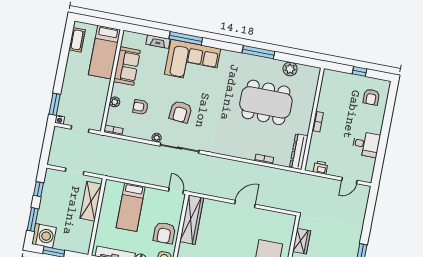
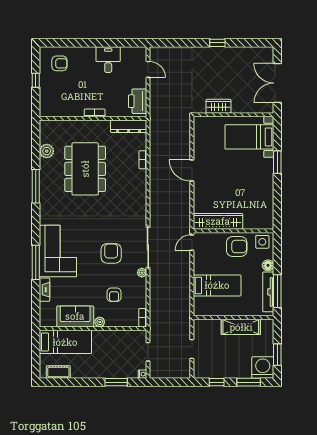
plant: (115, 102) -> (100, 322), moved
window: (55, 104) -> (116, 382), moved
armchair: (181, 112) -> (111, 253), turned -95
printer: (320, 168) -> (138, 101), width x1.87, depth x1.48
shelving: (91, 201) -> (241, 327), moved

